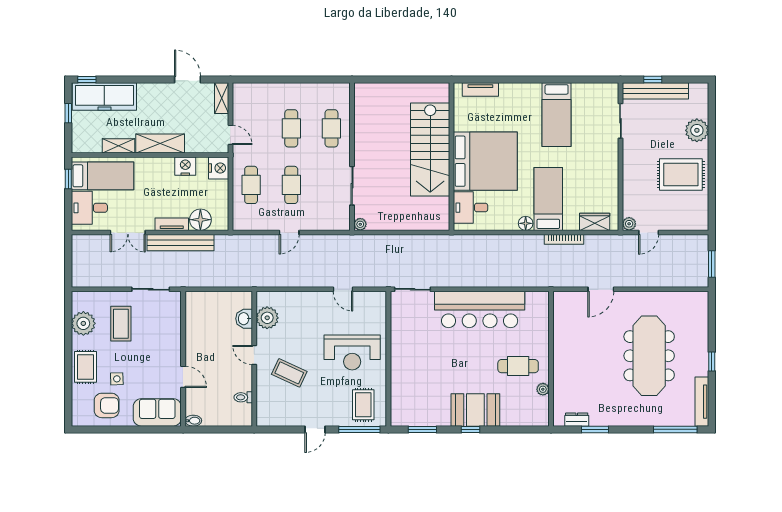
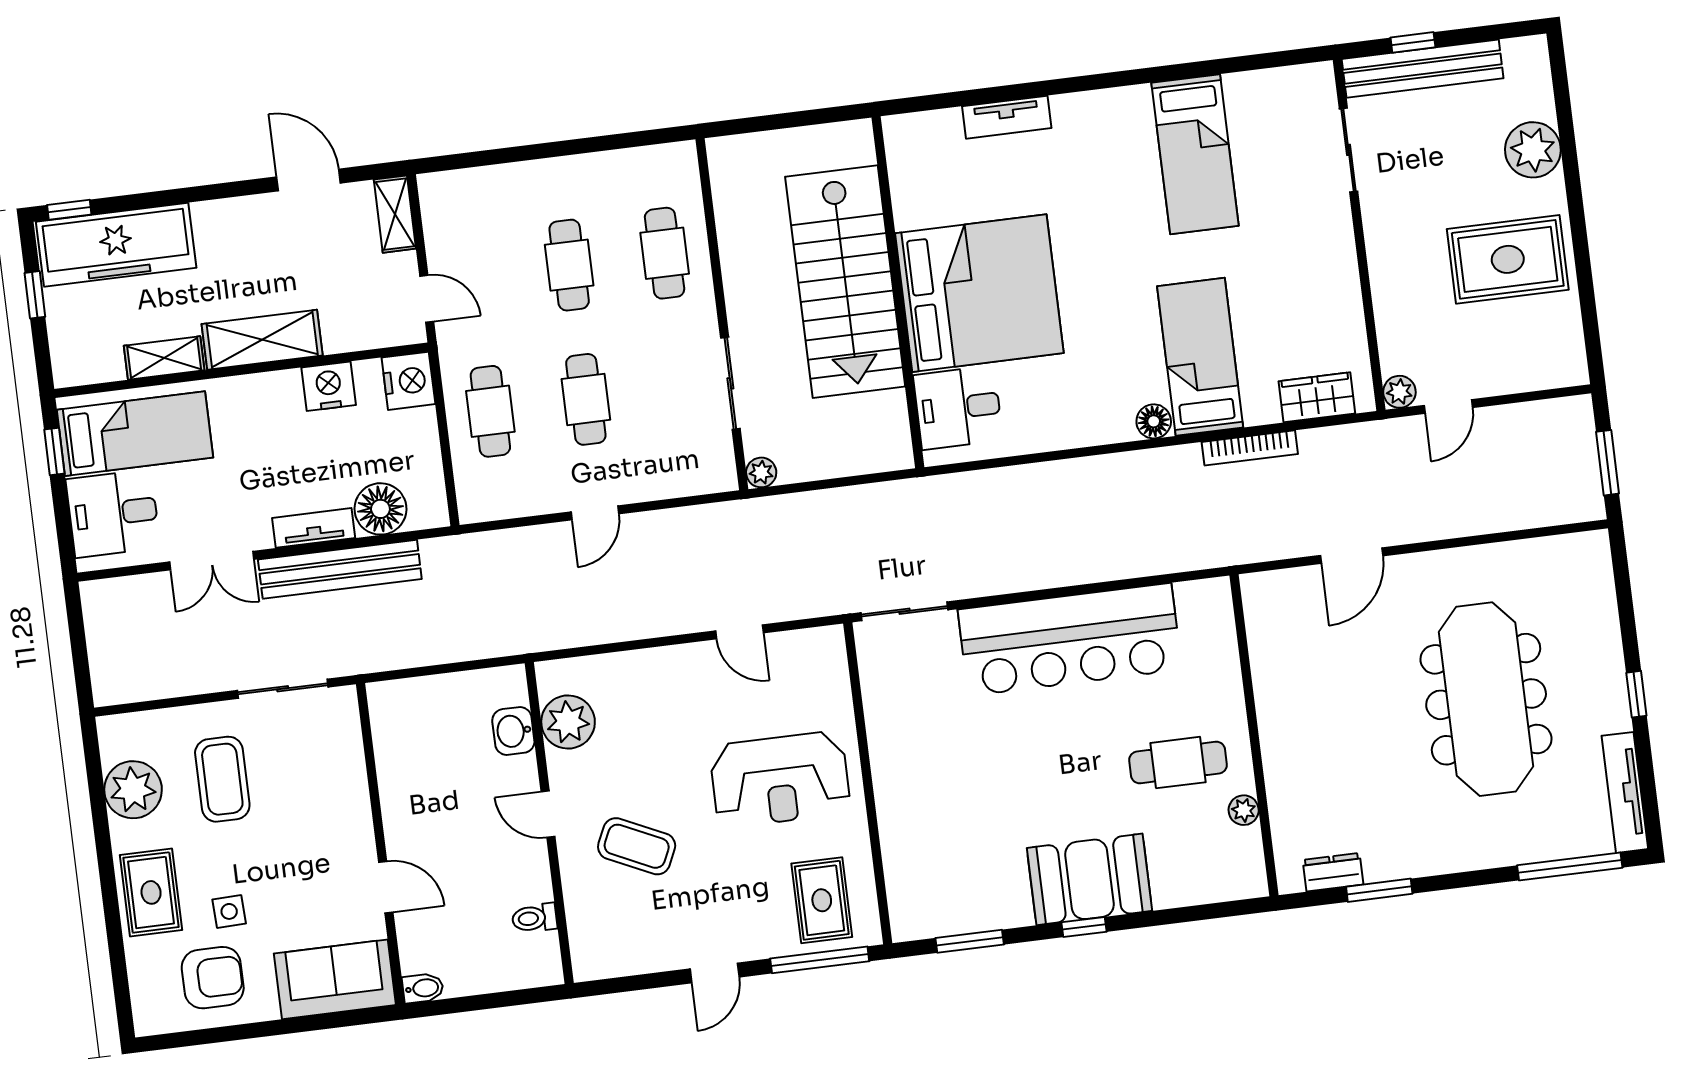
stairs: (430, 149) -> (845, 282), moved
wall: (452, 157) -> (898, 292), moved
bed: (485, 161) -> (979, 293), moved
desk: (470, 208) -> (958, 408), moved

